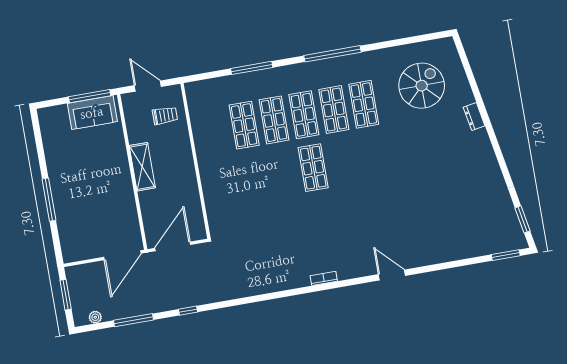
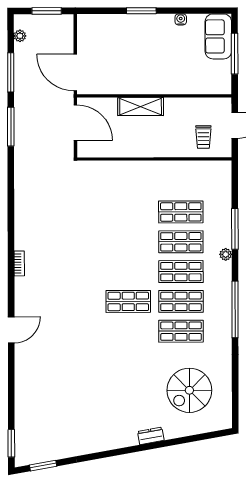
plant: (279, 73) -> (226, 254), added
spiral stairs: (422, 86) -> (189, 390), turned 90
window: (90, 96) -> (235, 54), moved
sofa: (92, 113) -> (218, 36), moved
water cooler: (51, 159) -> (181, 19), added
shelving: (142, 167) -> (141, 107), moved
shop shelf: (313, 168) -> (128, 301), moved
window: (49, 200) -> (141, 11), width x0.69
window: (188, 311) -> (11, 127), width x2.17

